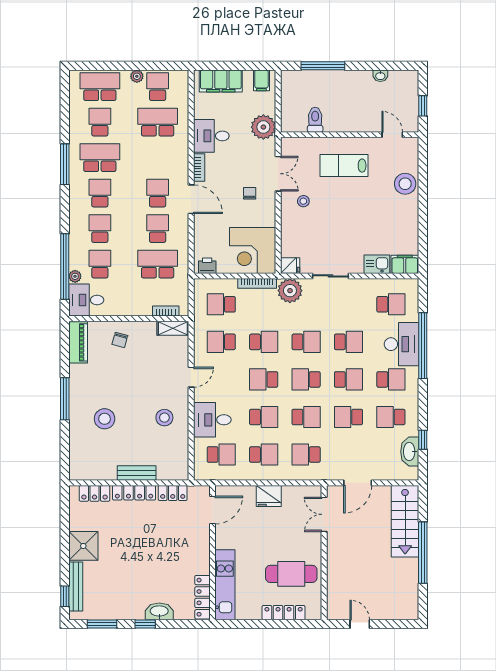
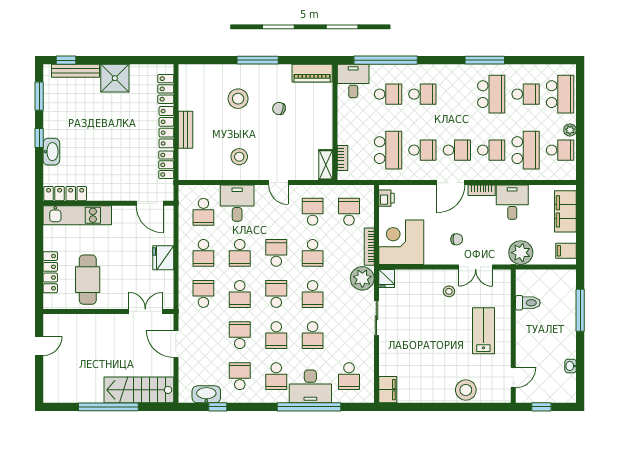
school desk: (100, 193) -> (491, 150), moved
kitchen sink: (377, 264) -> (388, 363), removed
plant: (75, 276) -> (376, 70), removed
chair: (120, 340) -> (279, 109), moved

